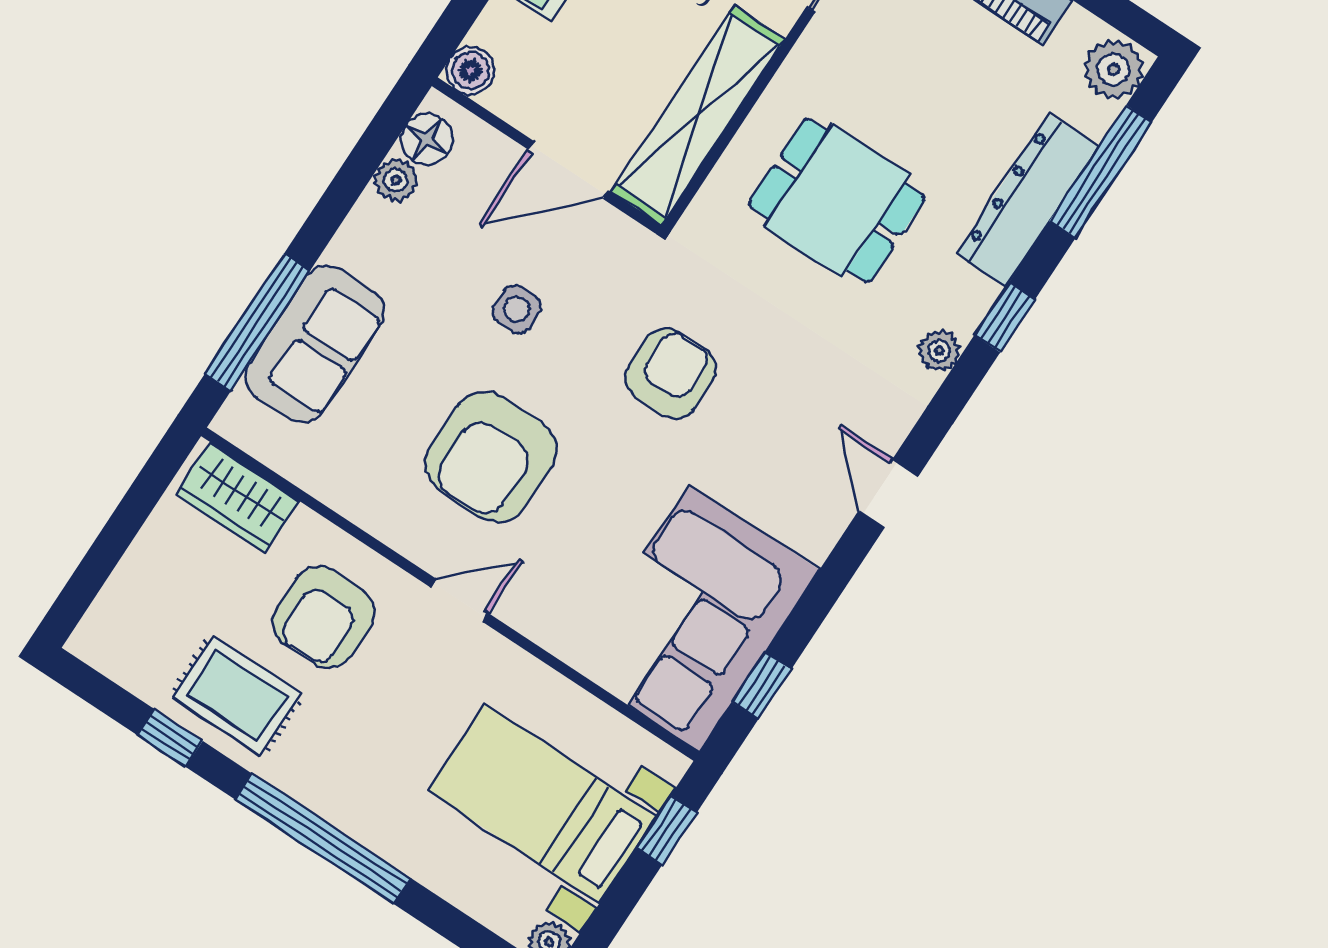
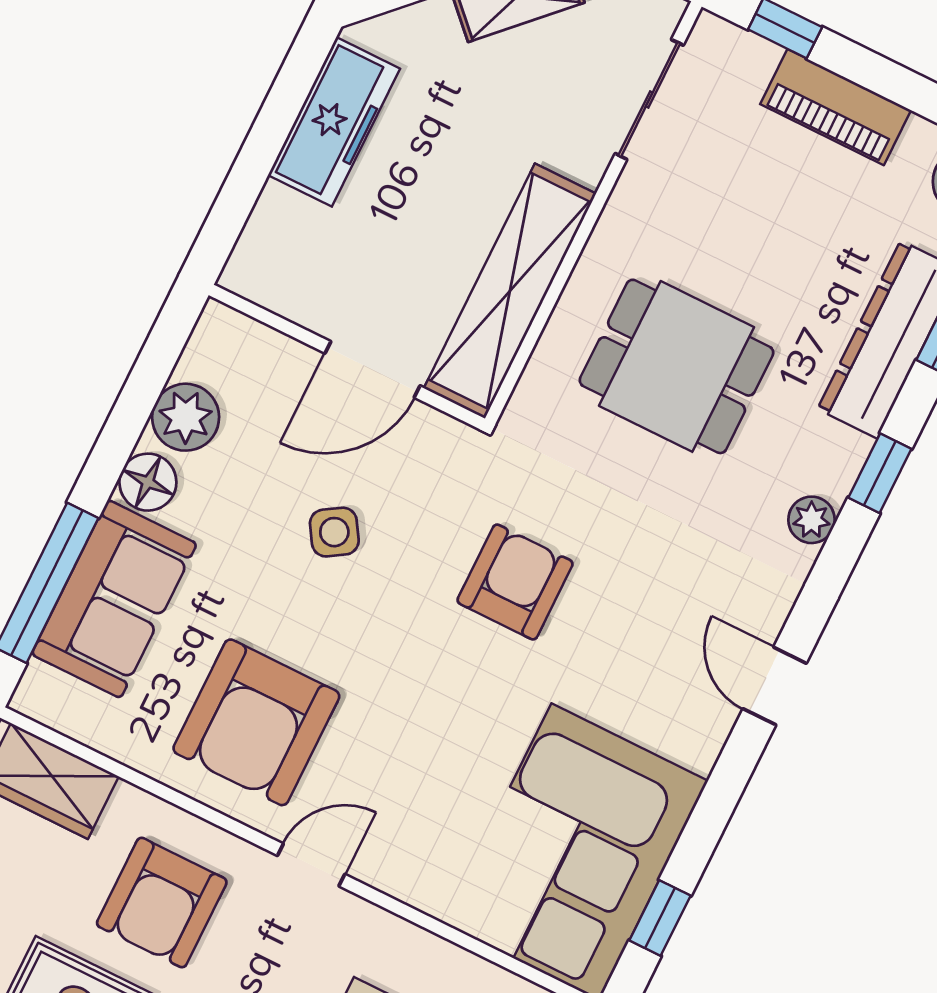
boiler: (471, 71) -> (250, 272), removed
floor lamp: (427, 139) -> (148, 482), moved
plant: (396, 180) -> (186, 417), width x1.38, depth x1.38
side table: (517, 309) -> (334, 532), turned -32
armchair: (491, 457) -> (256, 722), moved

